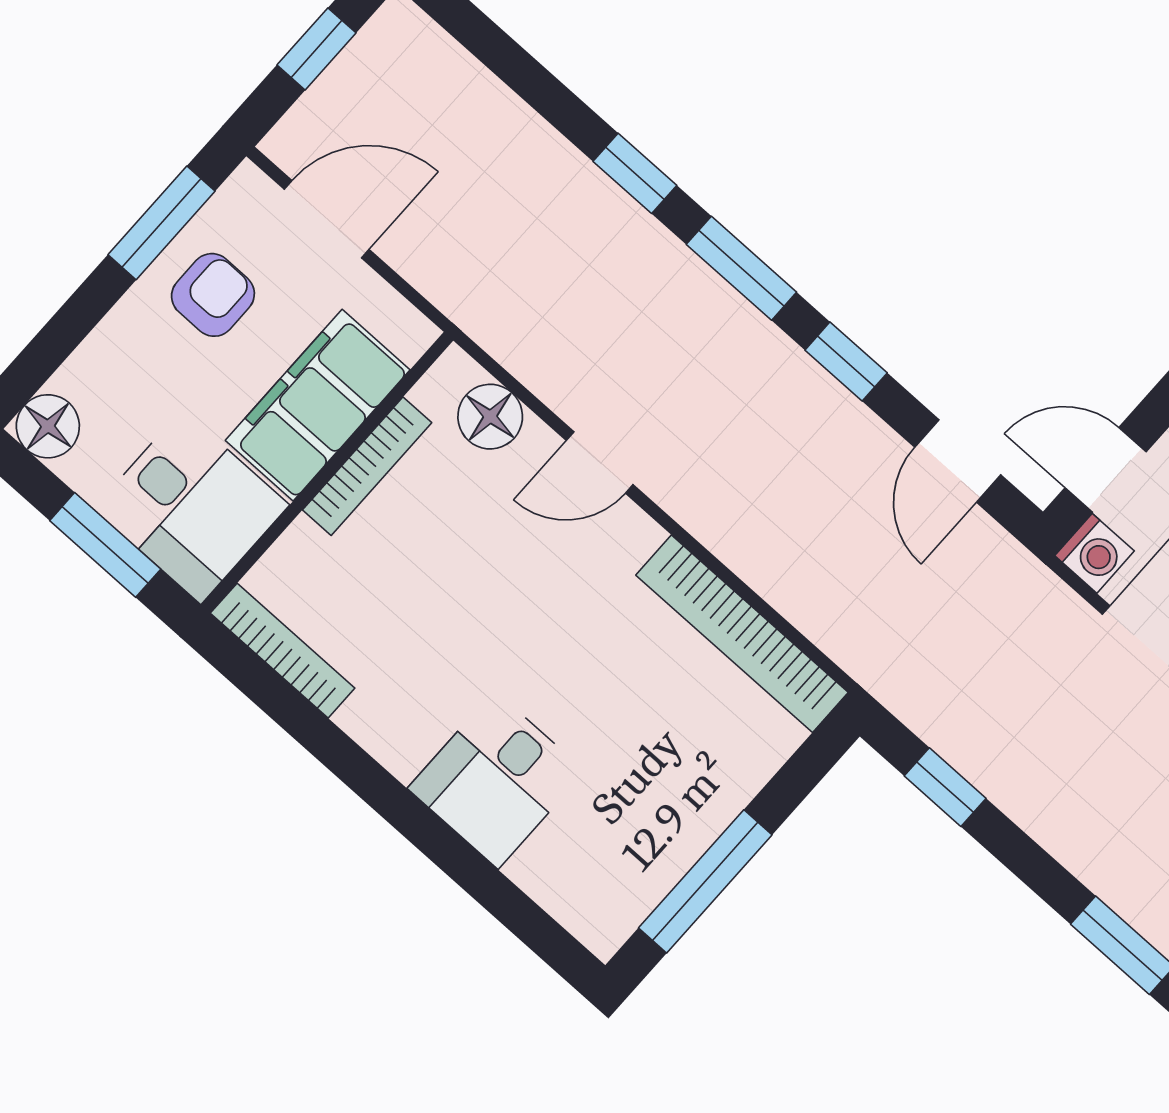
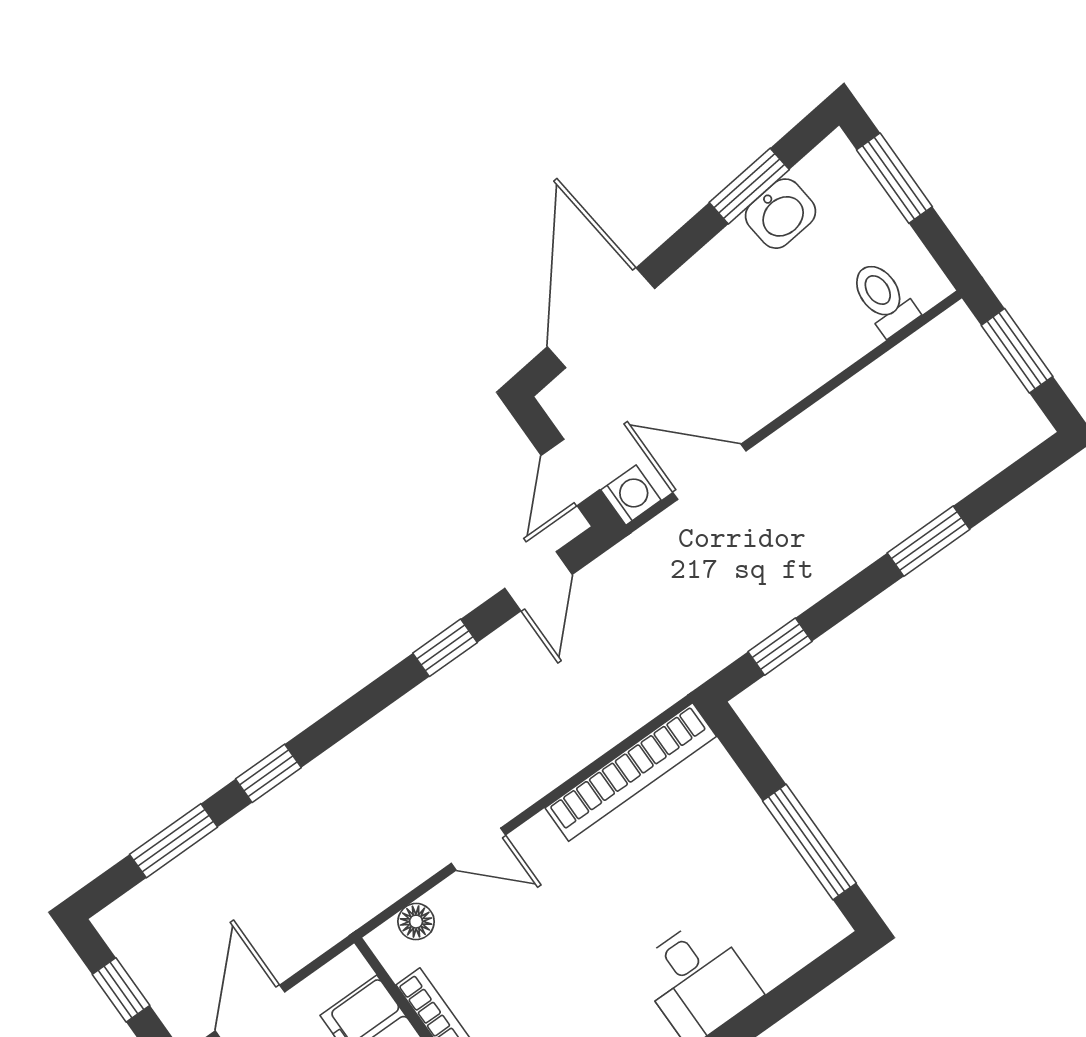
window: (741, 268) -> (174, 841), moved
floor lamp: (490, 417) -> (416, 922), width x0.73, depth x0.73
door: (958, 461) -> (539, 581), hinge flipped
door: (600, 462) -> (478, 849), hinge flipped

